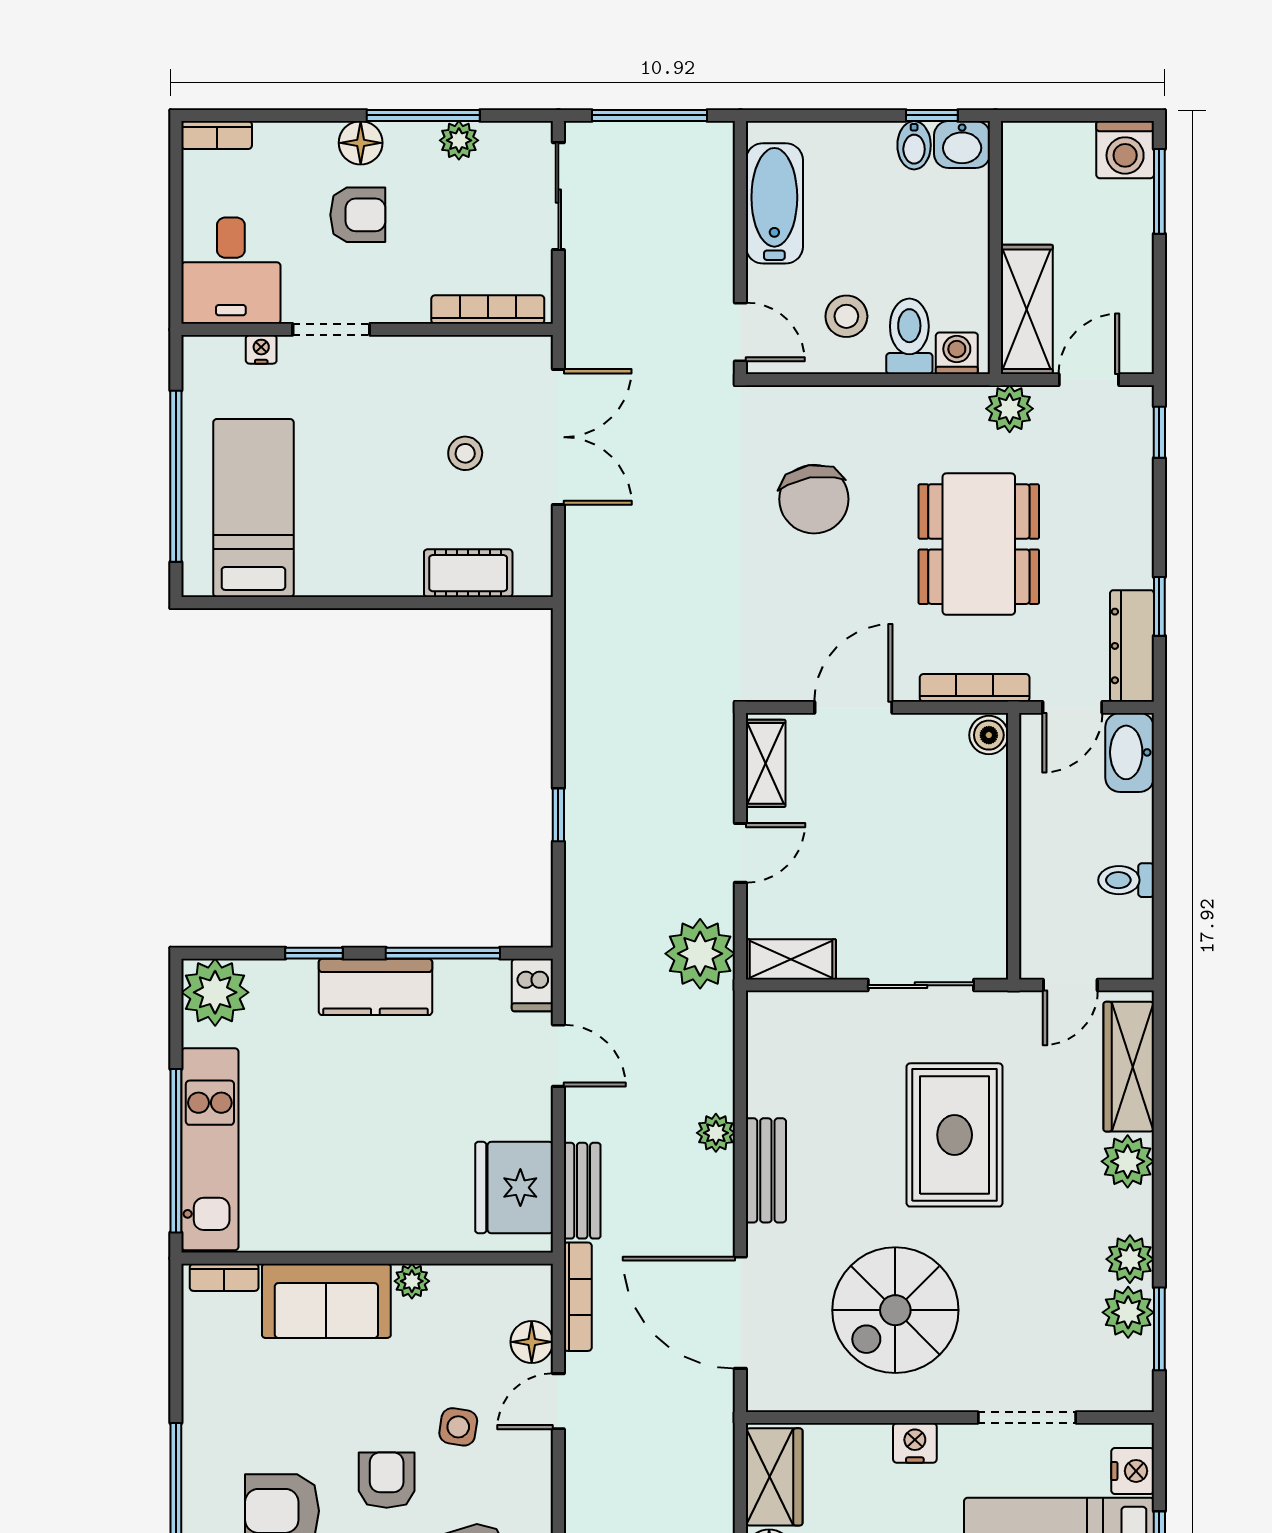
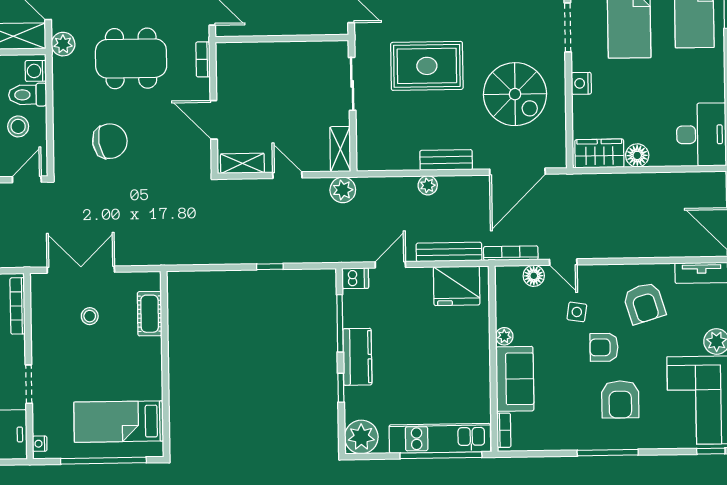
nightstand: (261, 349) -> (40, 444), moved
bookcase: (975, 688) -> (203, 59), width x0.64
boiler: (989, 735) -> (227, 52), removed
plant: (700, 954) -> (343, 190), width x0.73, depth x0.73
bench: (582, 1191) -> (449, 252), width x1.36

